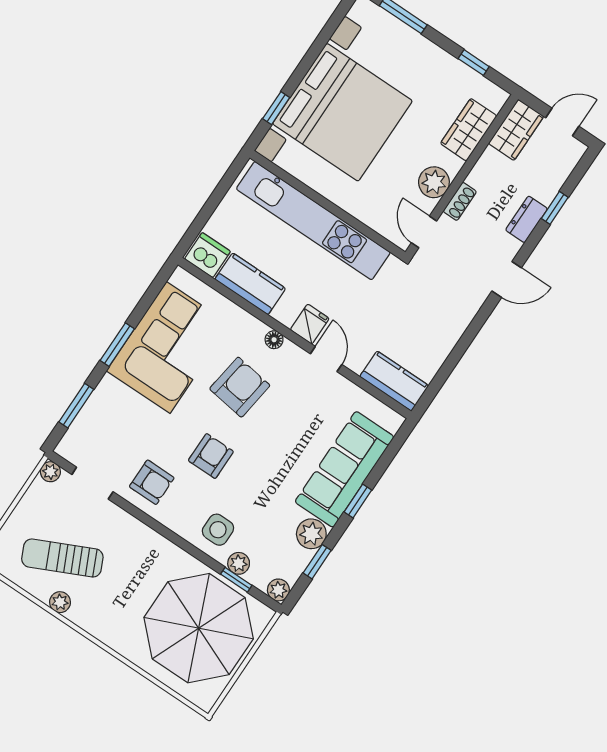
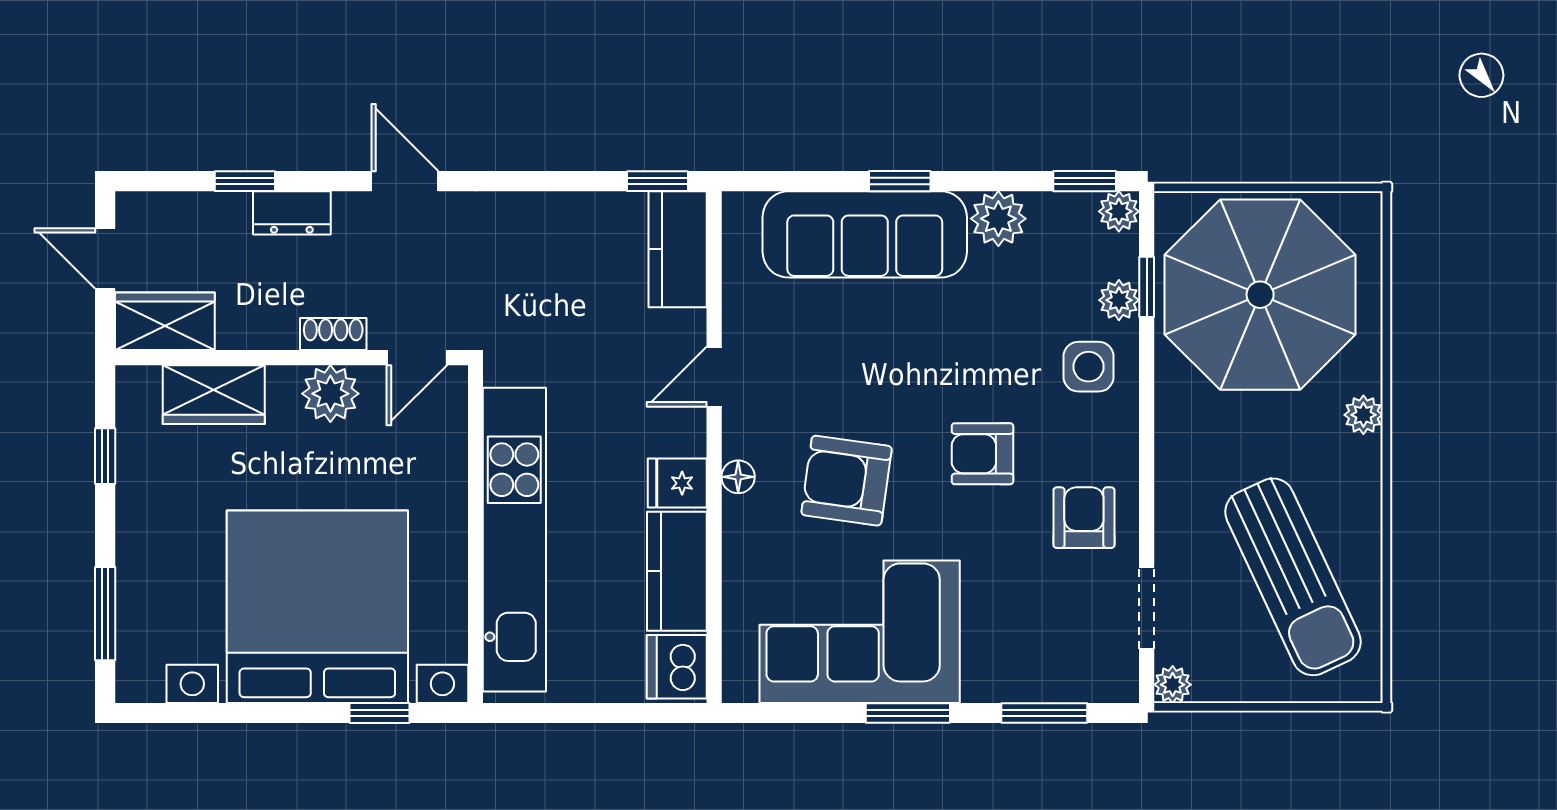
fridge: (310, 324) -> (677, 483), moved
window: (431, 393) -> (658, 181), added
sun lounger: (62, 558) -> (1293, 577), width x1.36, depth x1.34
window: (317, 562) -> (1085, 181), moved
plant: (60, 602) -> (1363, 415), moved

